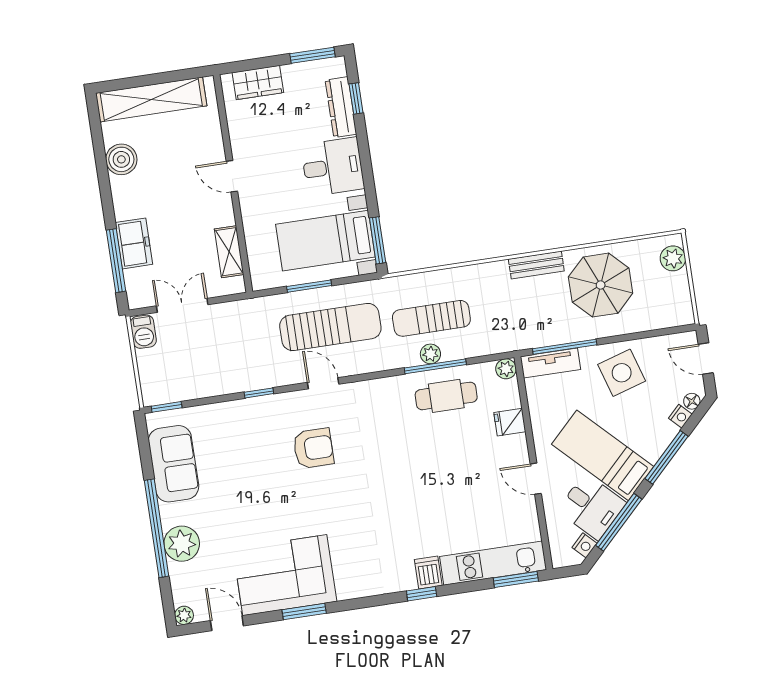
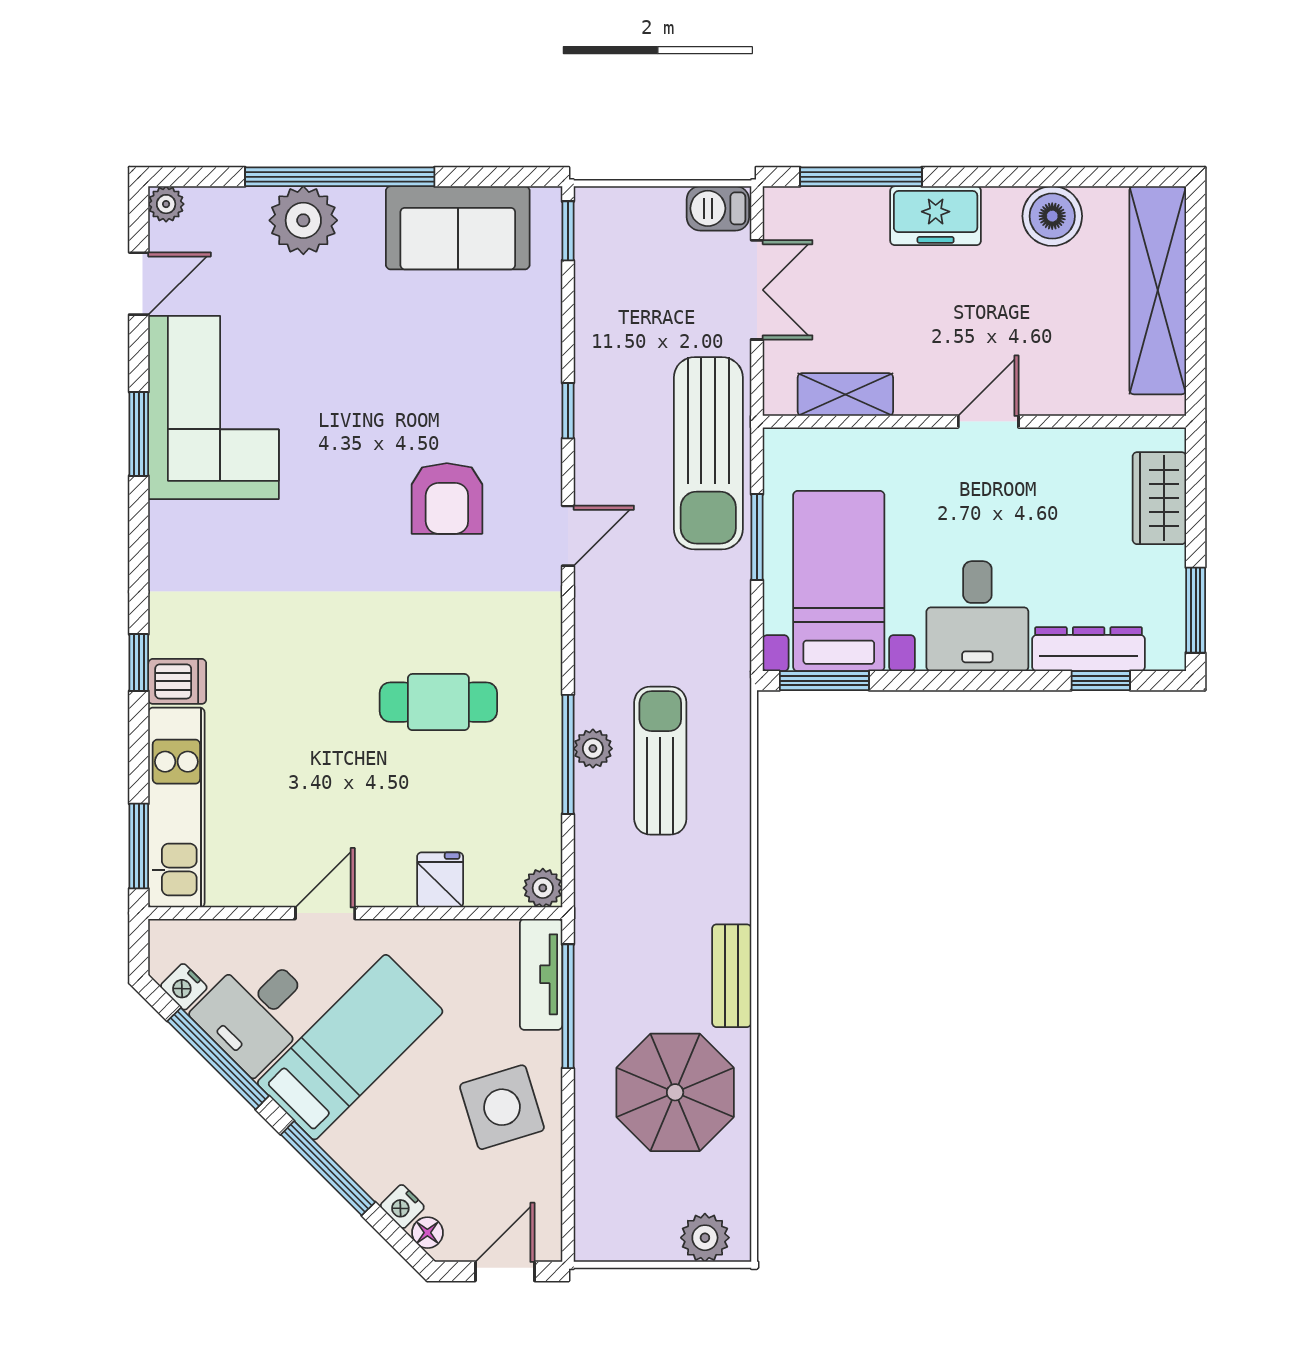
freezer: (134, 243) -> (936, 216), moved
sun lounger: (330, 327) -> (708, 453), moved
cafe table: (446, 396) -> (438, 702), moved, turned 90

